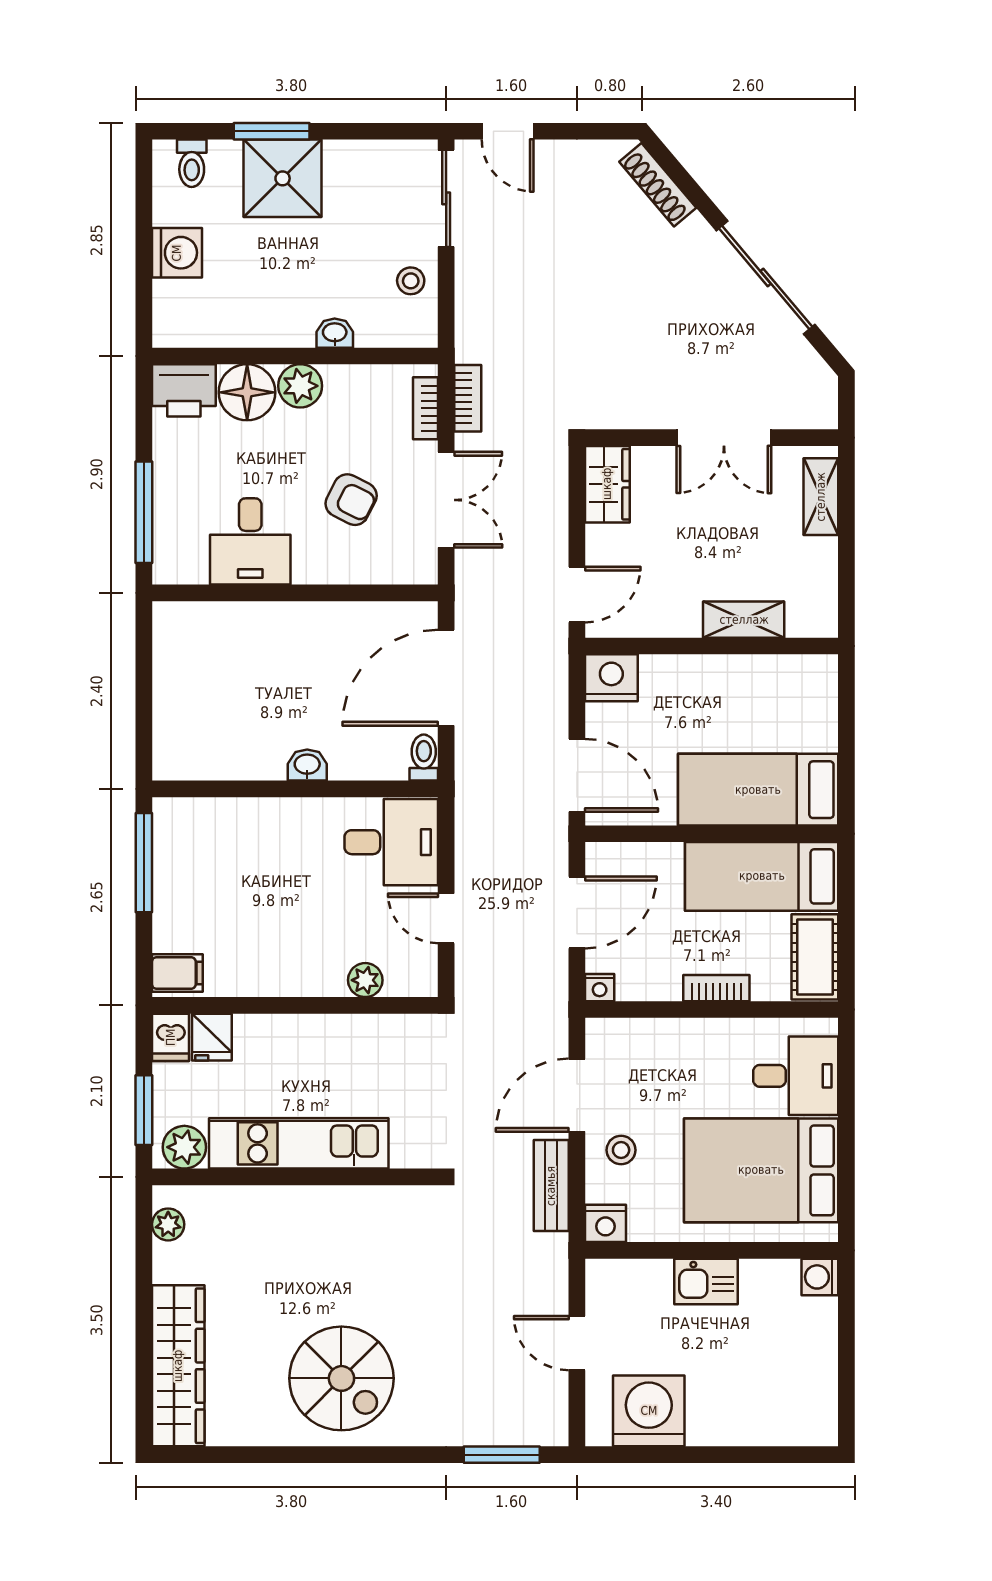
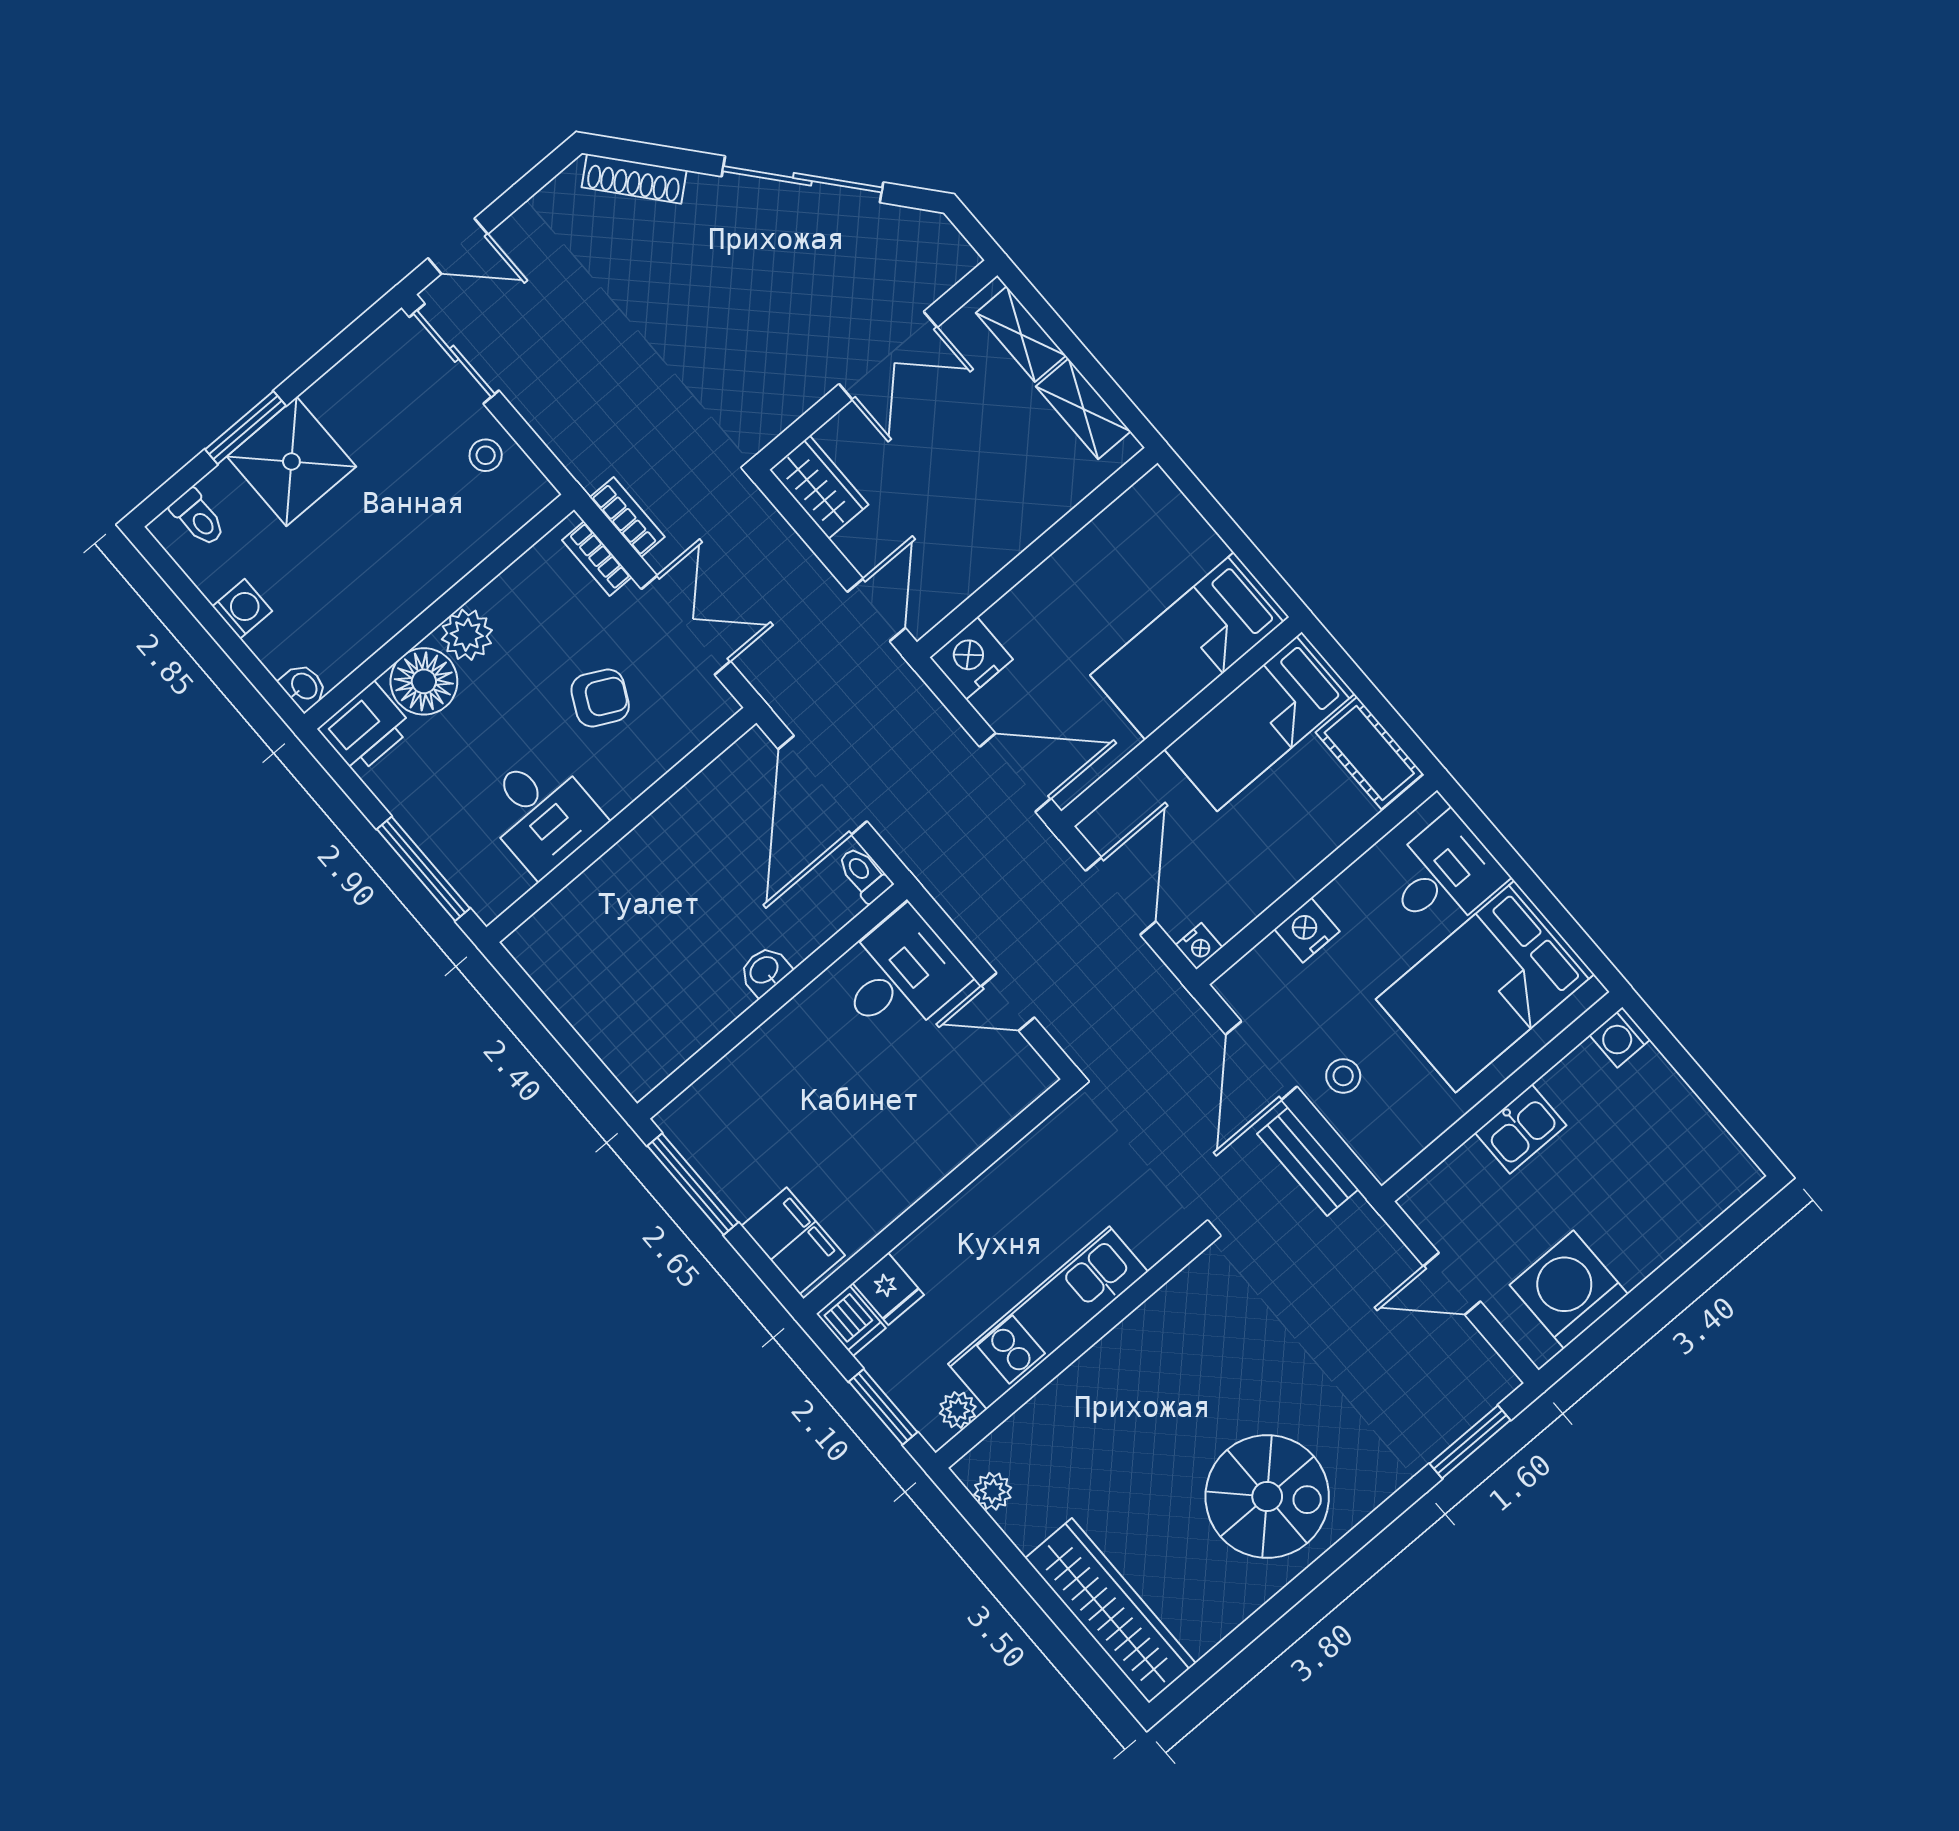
washing machine: (177, 253) -> (242, 609), width x0.73, depth x0.73
washbasin: (335, 333) -> (304, 687), moved, turned 90
shelving: (744, 620) -> (1083, 409), moved, turned 90
filing cabinet: (177, 973) -> (793, 1241), width x2.00
plant: (365, 980) -> (982, 1120), removed
bookcase: (716, 988) -> (1305, 857), removed
plant: (184, 1147) -> (958, 1410), width x0.73, depth x0.73
nightstand: (605, 1223) -> (1307, 930), moved, turned 180

